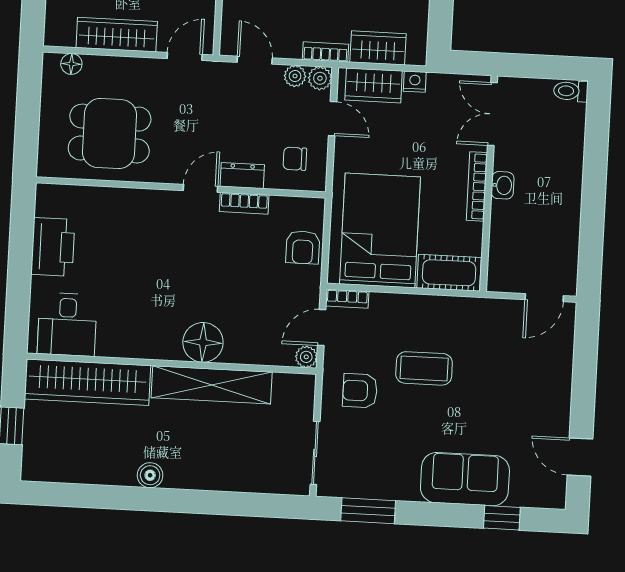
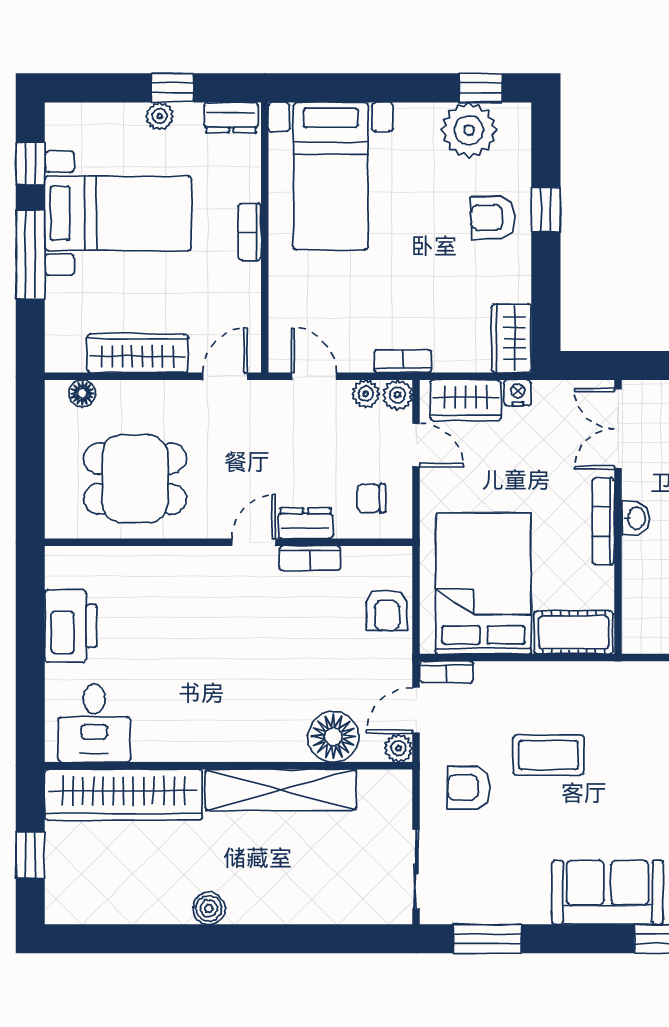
wardrobe: (378, 48) -> (511, 338), moved, turned -90
floor lamp: (203, 342) -> (333, 737), moved

